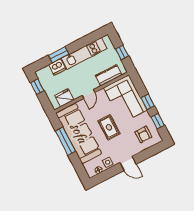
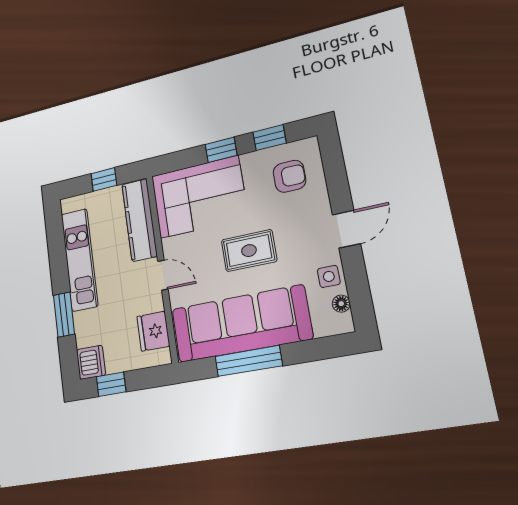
dishwasher: (57, 67) -> (91, 362), moved
kitchen counter: (109, 75) -> (139, 220), width x1.50

